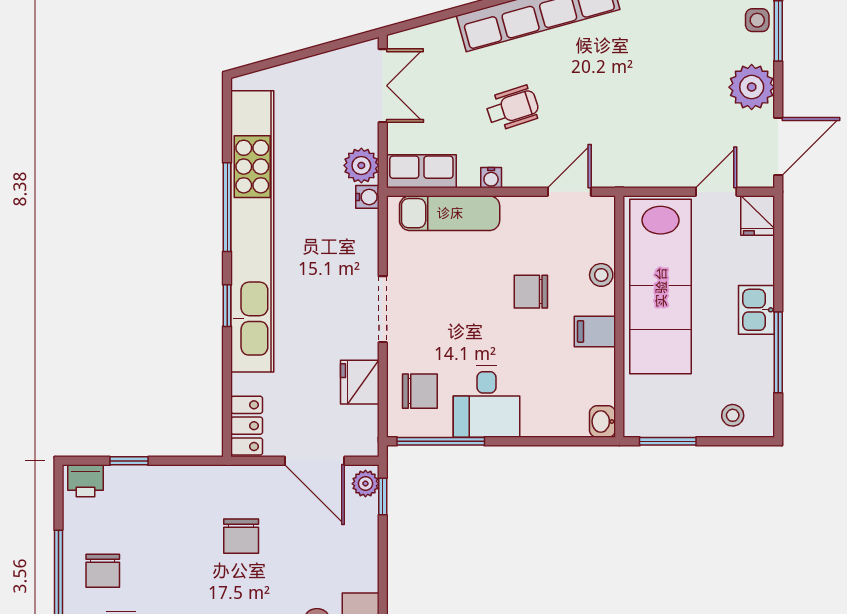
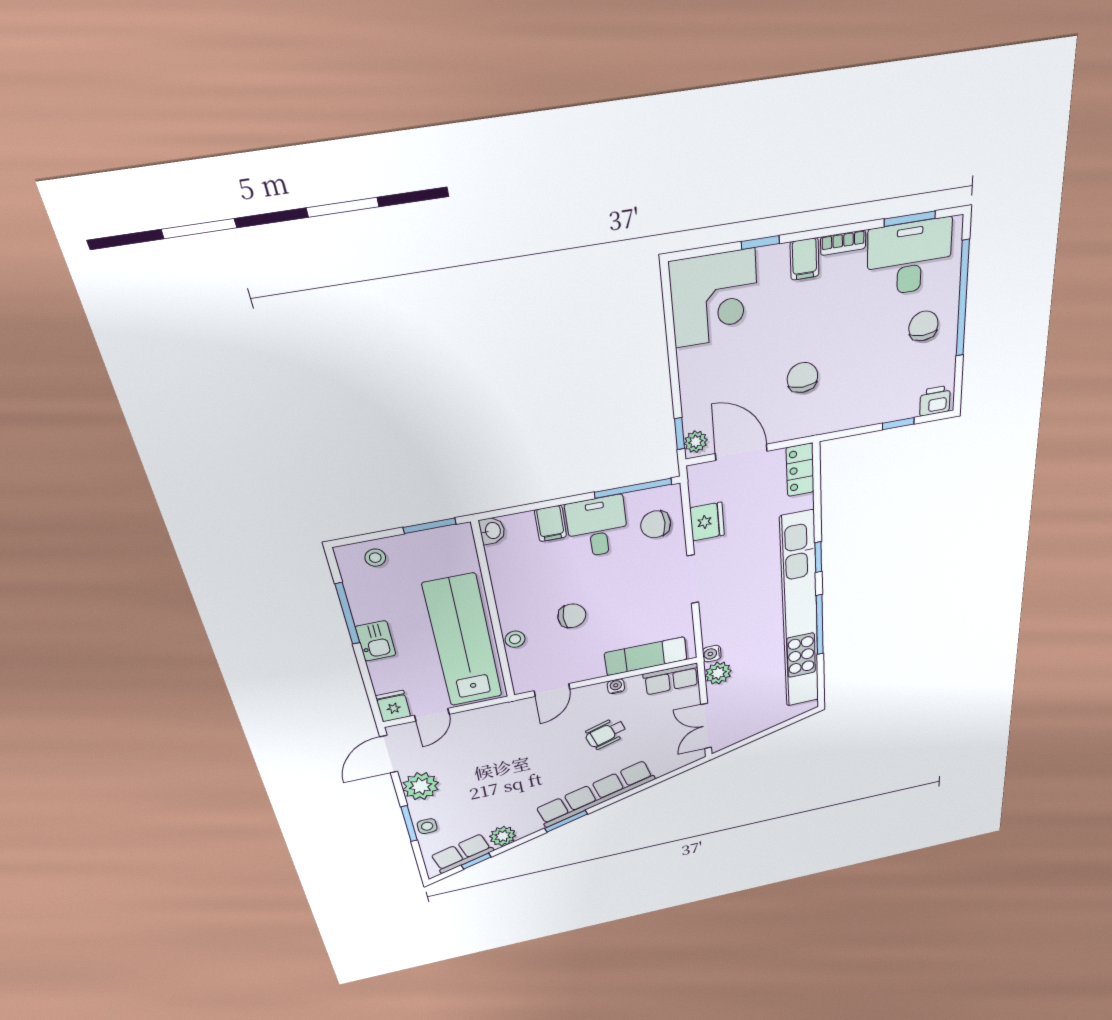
filing cabinet: (595, 331) -> (551, 523), moved, turned 90

